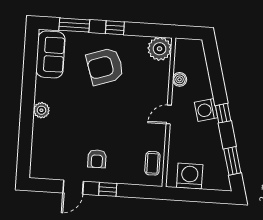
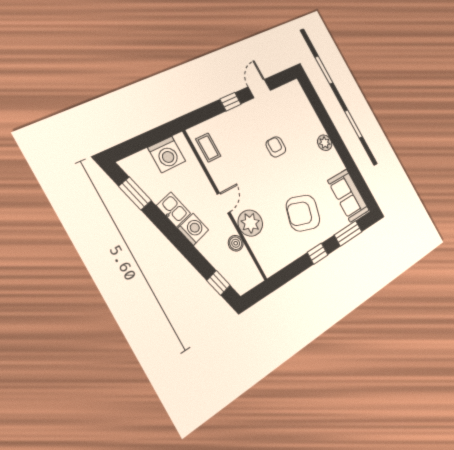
plant: (160, 49) -> (250, 223), moved
armchair: (105, 66) -> (303, 213), turned -145
window: (223, 113) -> (218, 283), moved
kitchen sink: (211, 133) -> (174, 210), added
armchair: (97, 159) -> (276, 147), moved

